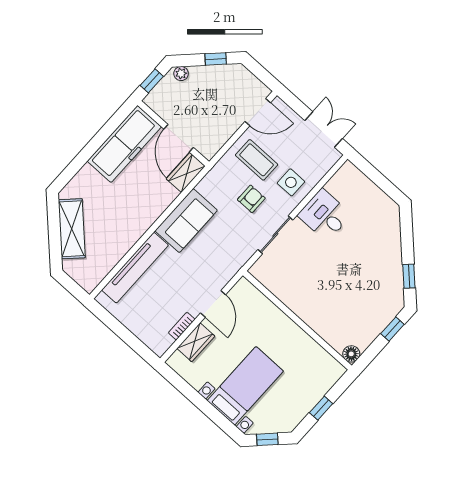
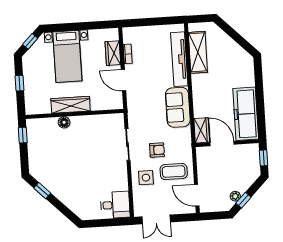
plant: (181, 74) -> (235, 196), moved
door: (258, 112) -> (197, 195), hinge flipped
armchair: (251, 199) -> (157, 150), turned -90
desk: (325, 215) -> (115, 205), moved
shelving: (72, 229) -> (198, 52), moved, turned 45
window: (392, 329) -> (23, 135), moved
wardrobe: (292, 334) -> (71, 105), added
floor lamp: (351, 354) -> (64, 122), moved

